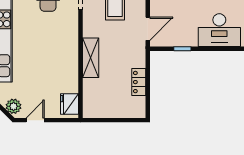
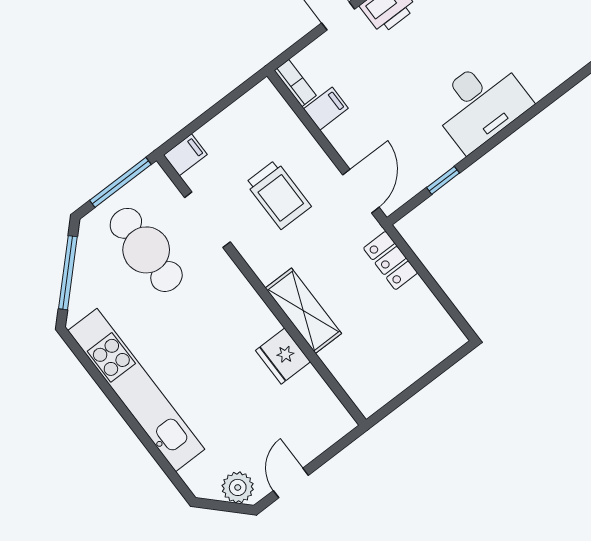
locker: (139, 82) -> (391, 260), moved
fridge: (69, 104) -> (283, 356), moved

